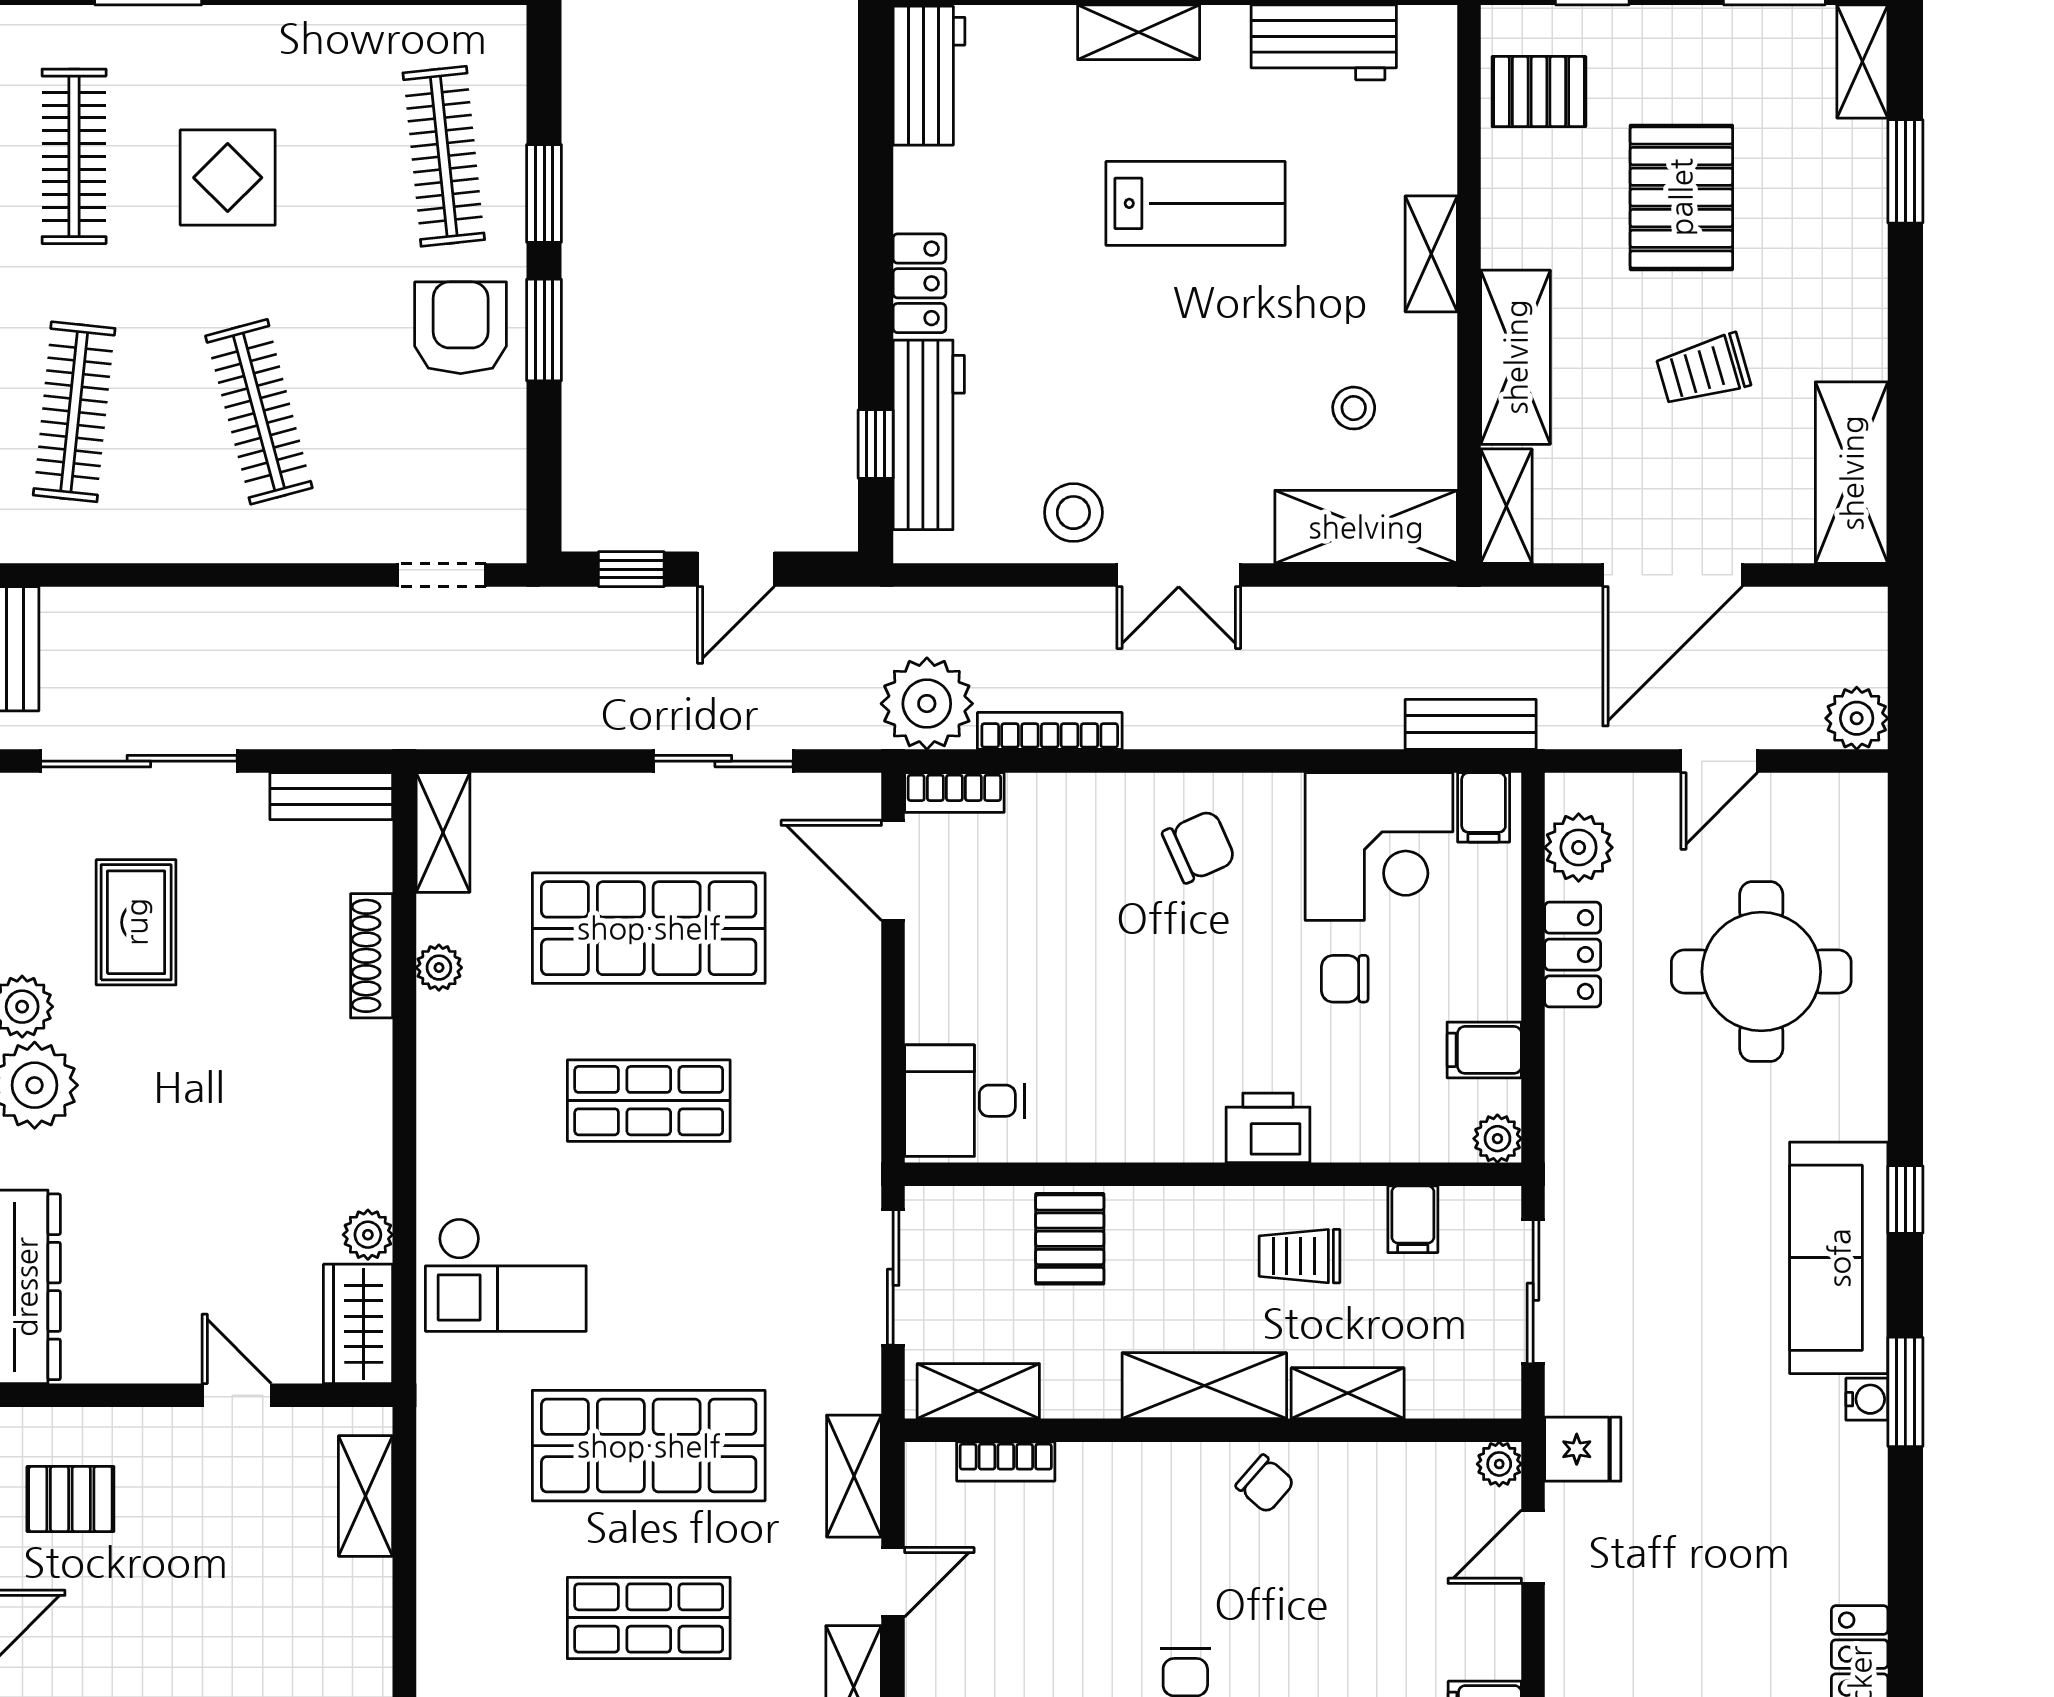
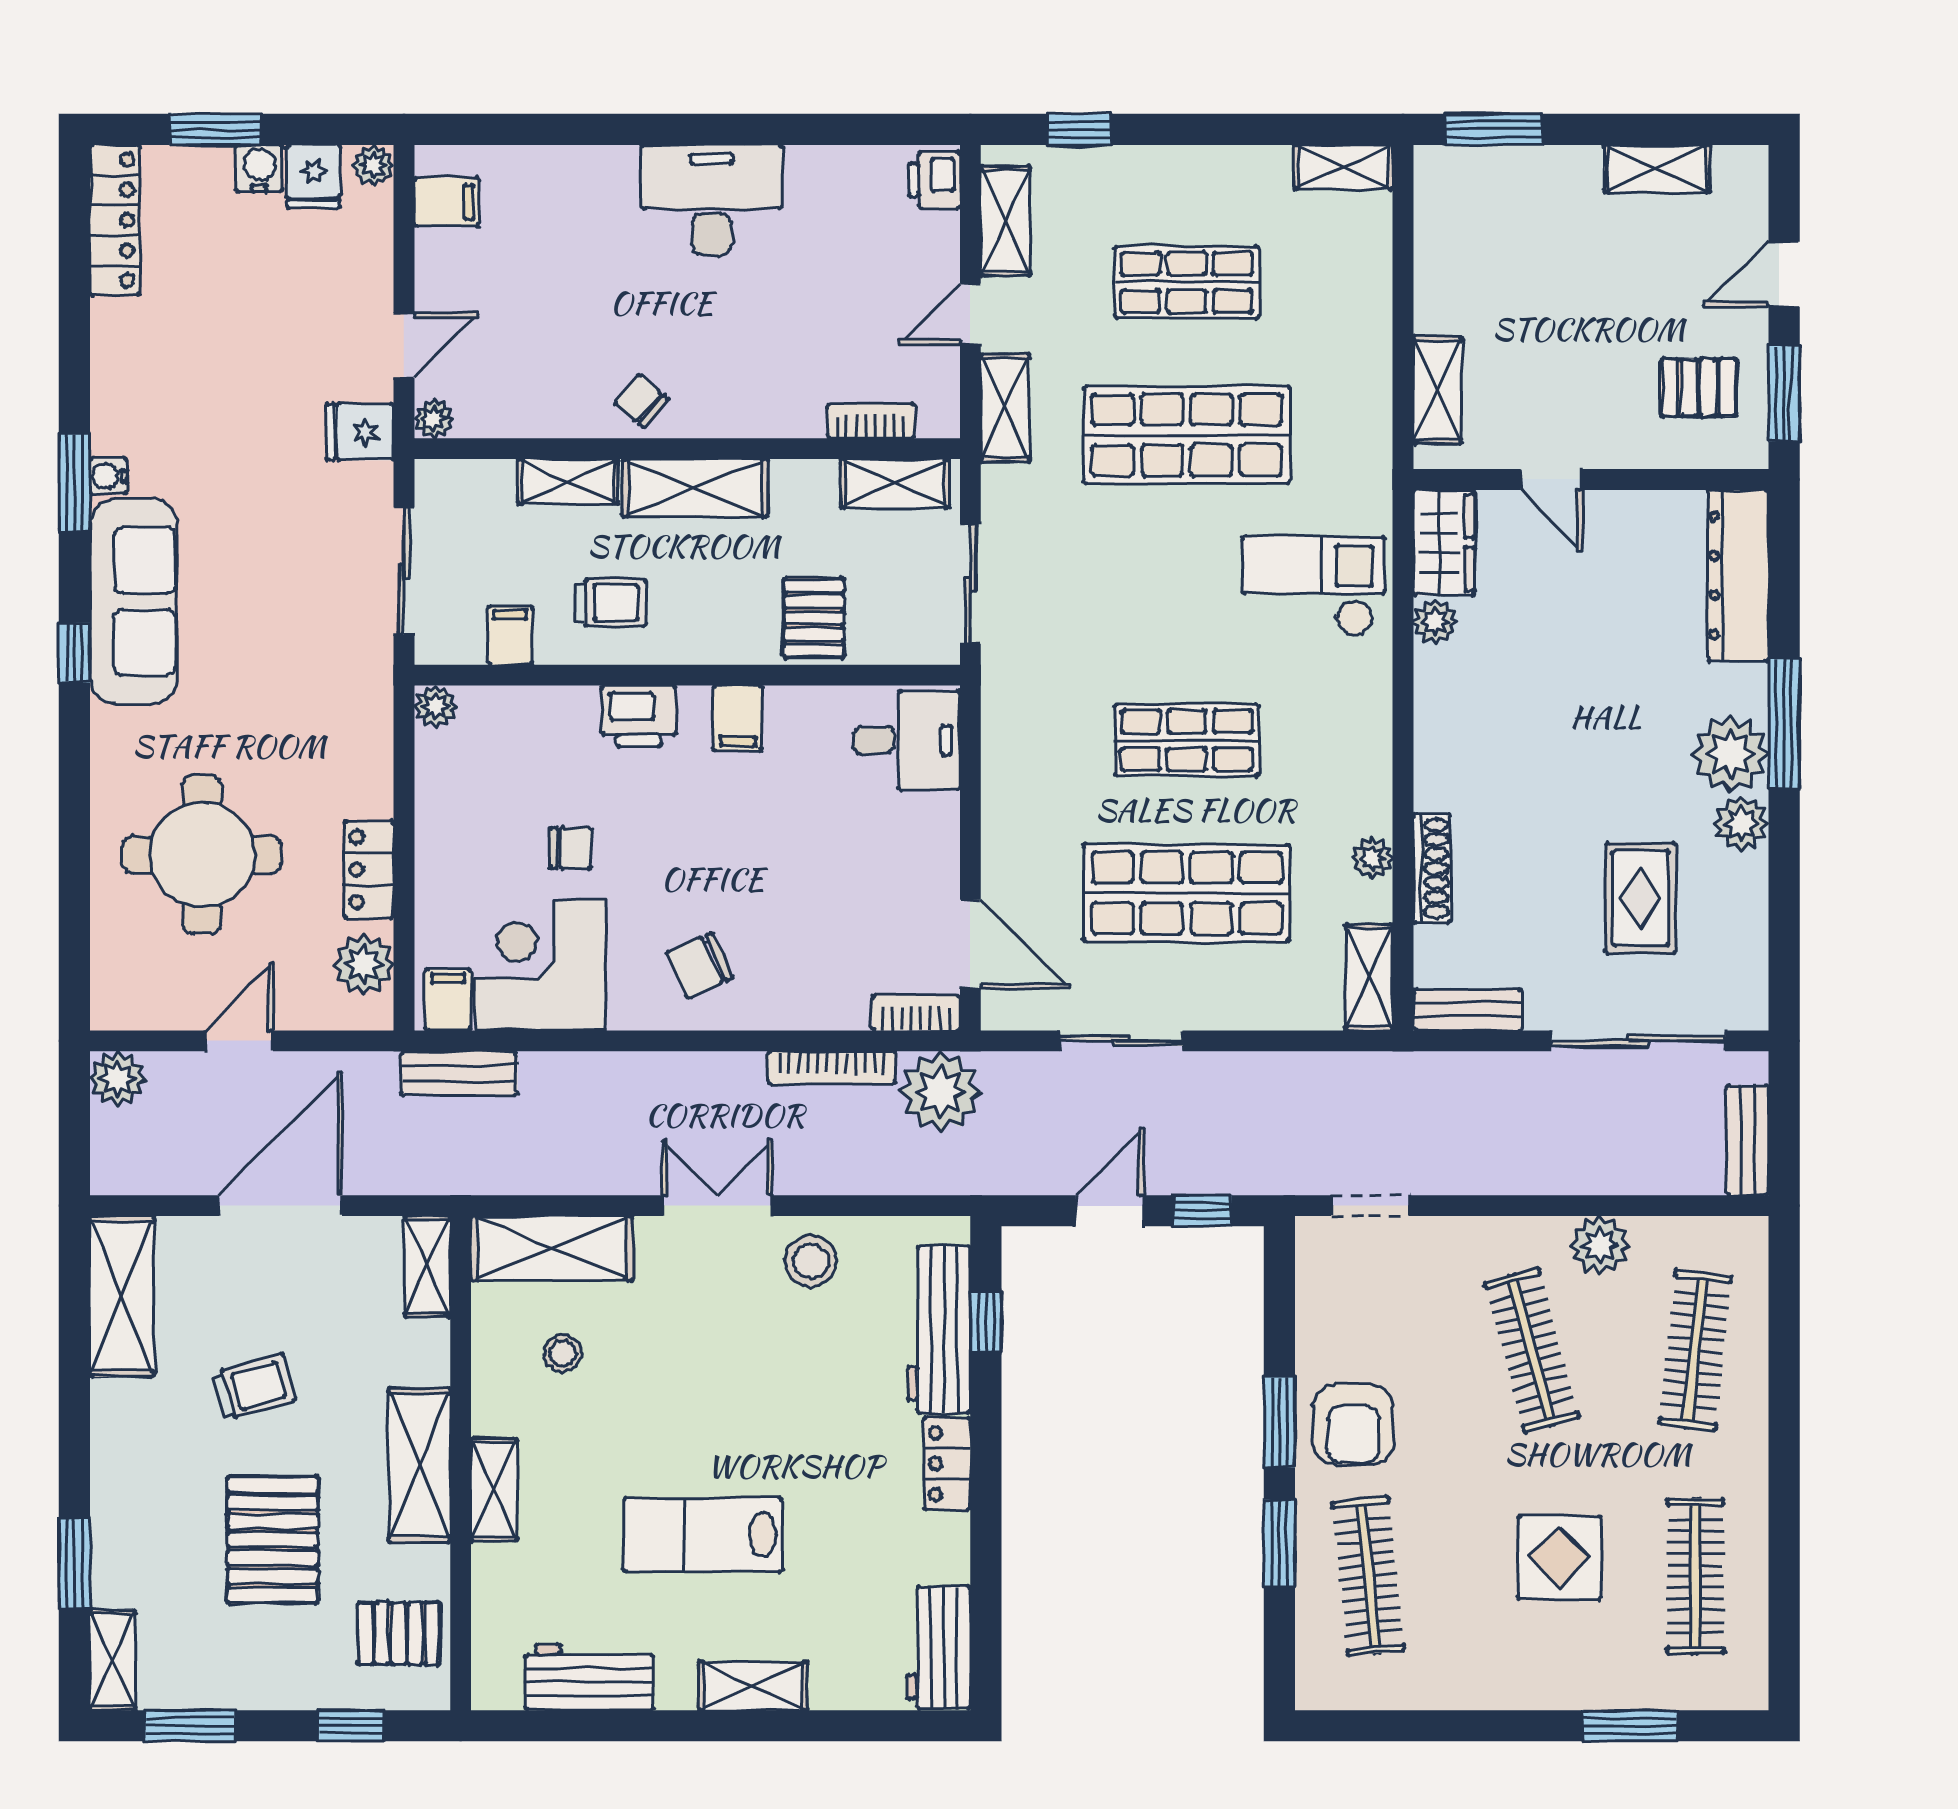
shelving: (1516, 357) -> (419, 1465), moved
plant: (182, 530) -> (1600, 1245), added
filing cabinet: (1484, 1050) -> (738, 718), moved, turned 90

